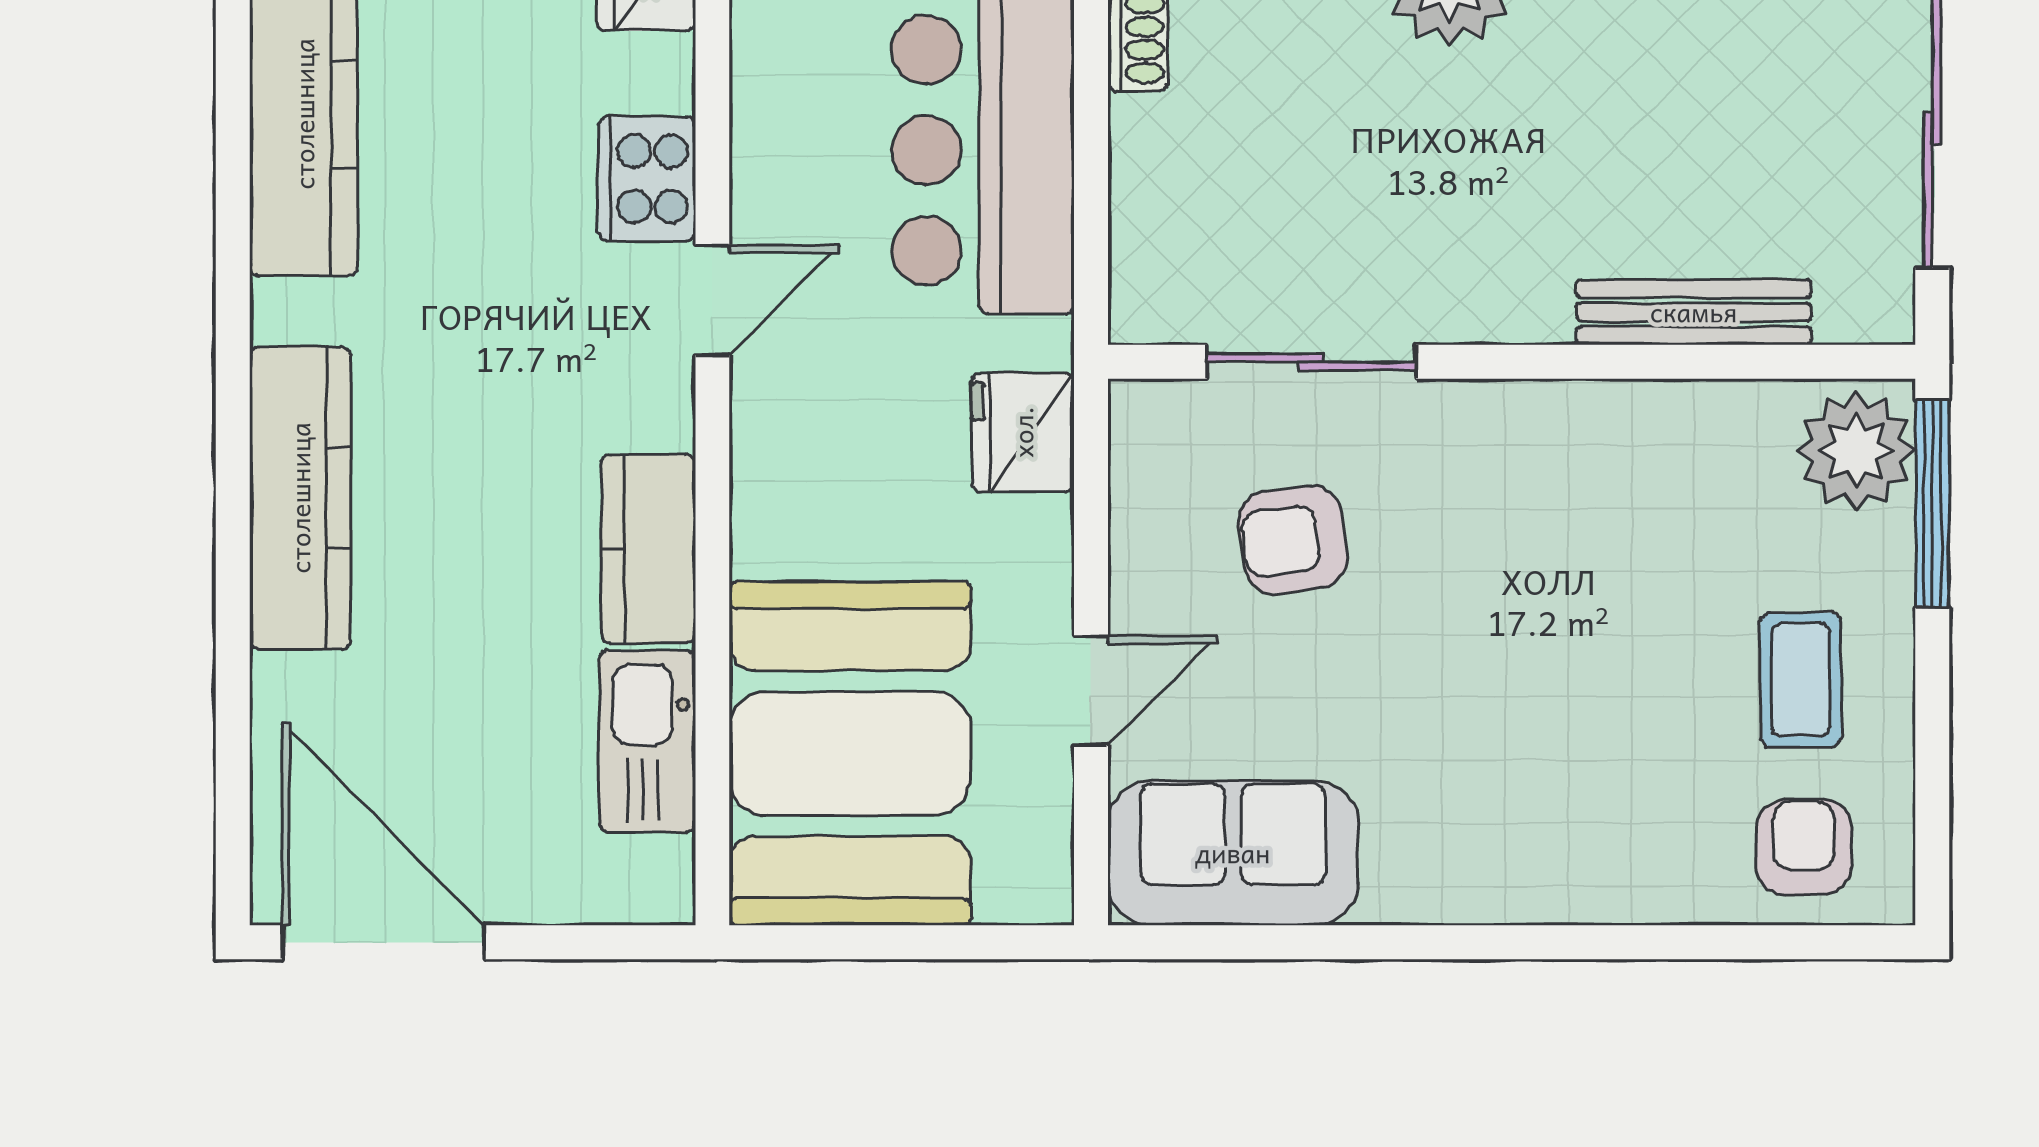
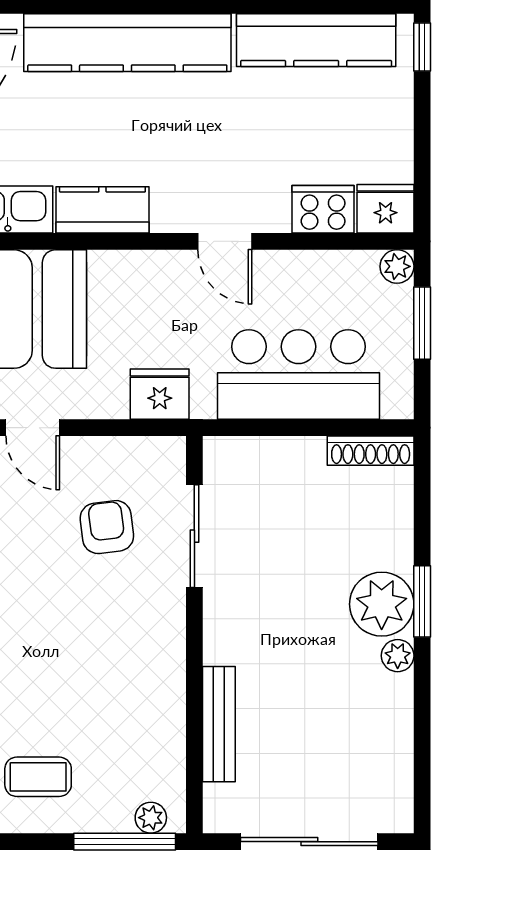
cooker: (647, 179) -> (323, 209), moved
plant: (1856, 450) -> (151, 818), width x0.53, depth x0.53
kitchen counter: (300, 498) -> (127, 43), width x1.39, depth x1.17

